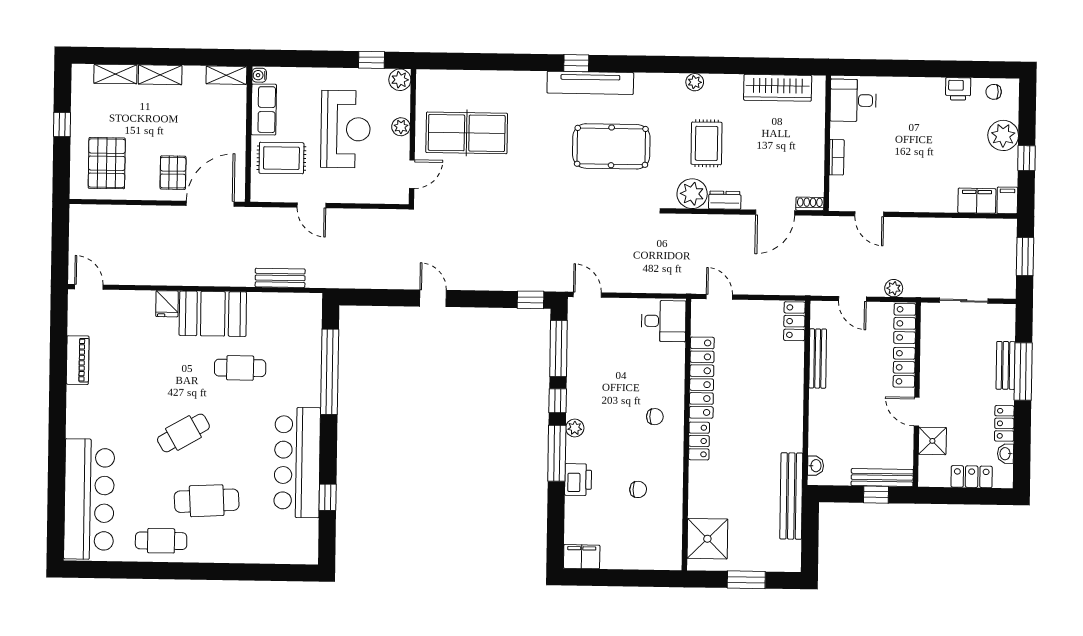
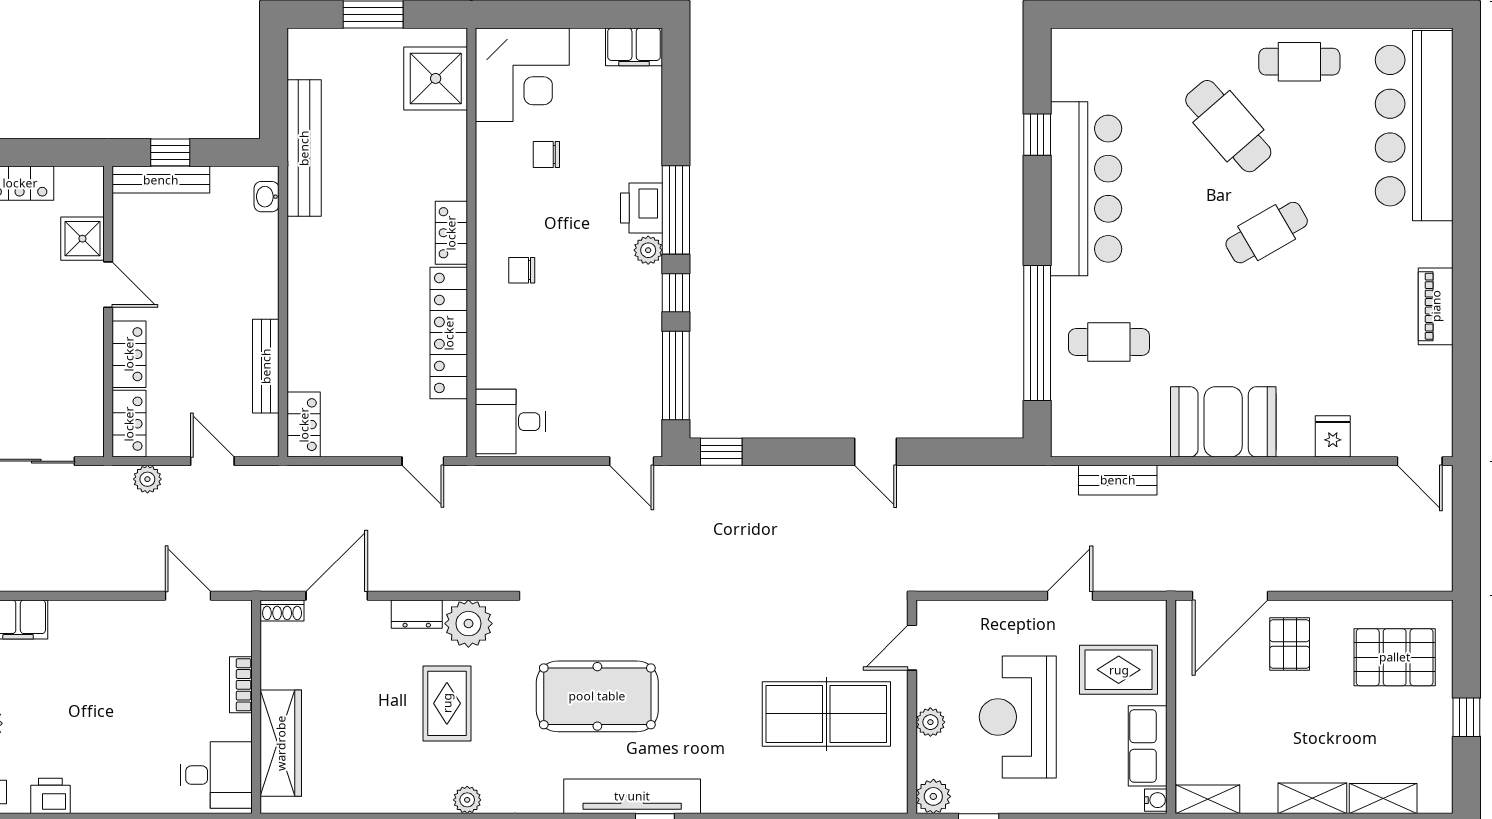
wardrobe: (778, 88) -> (281, 743), moved, turned 90
pallet: (107, 163) -> (1395, 657), turned 90
door: (311, 205) -> (1070, 596), hinge flipped
fridge: (167, 304) -> (1333, 436), moved
piano: (78, 360) -> (1436, 306), moved
cafe table: (240, 368) -> (1109, 342), moved
printer: (578, 480) -> (642, 208), moved
cafe table: (207, 501) -> (1228, 126), turned 52
corner desk: (653, 540) -> (522, 75), added

